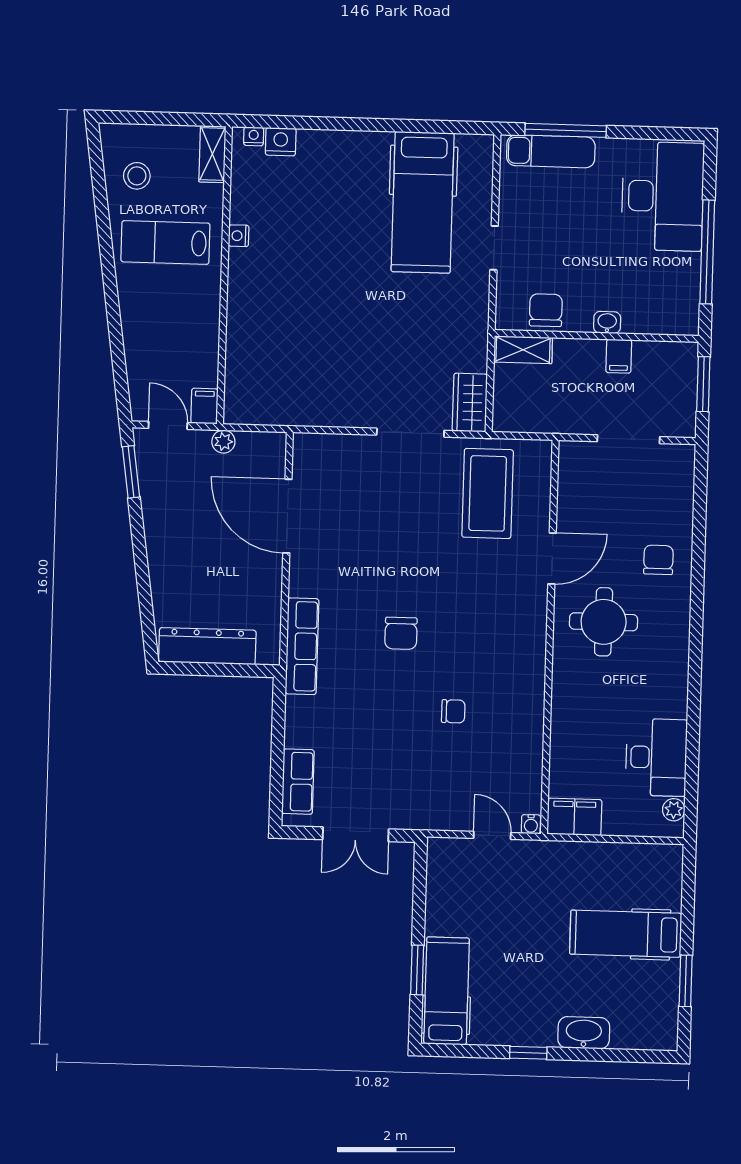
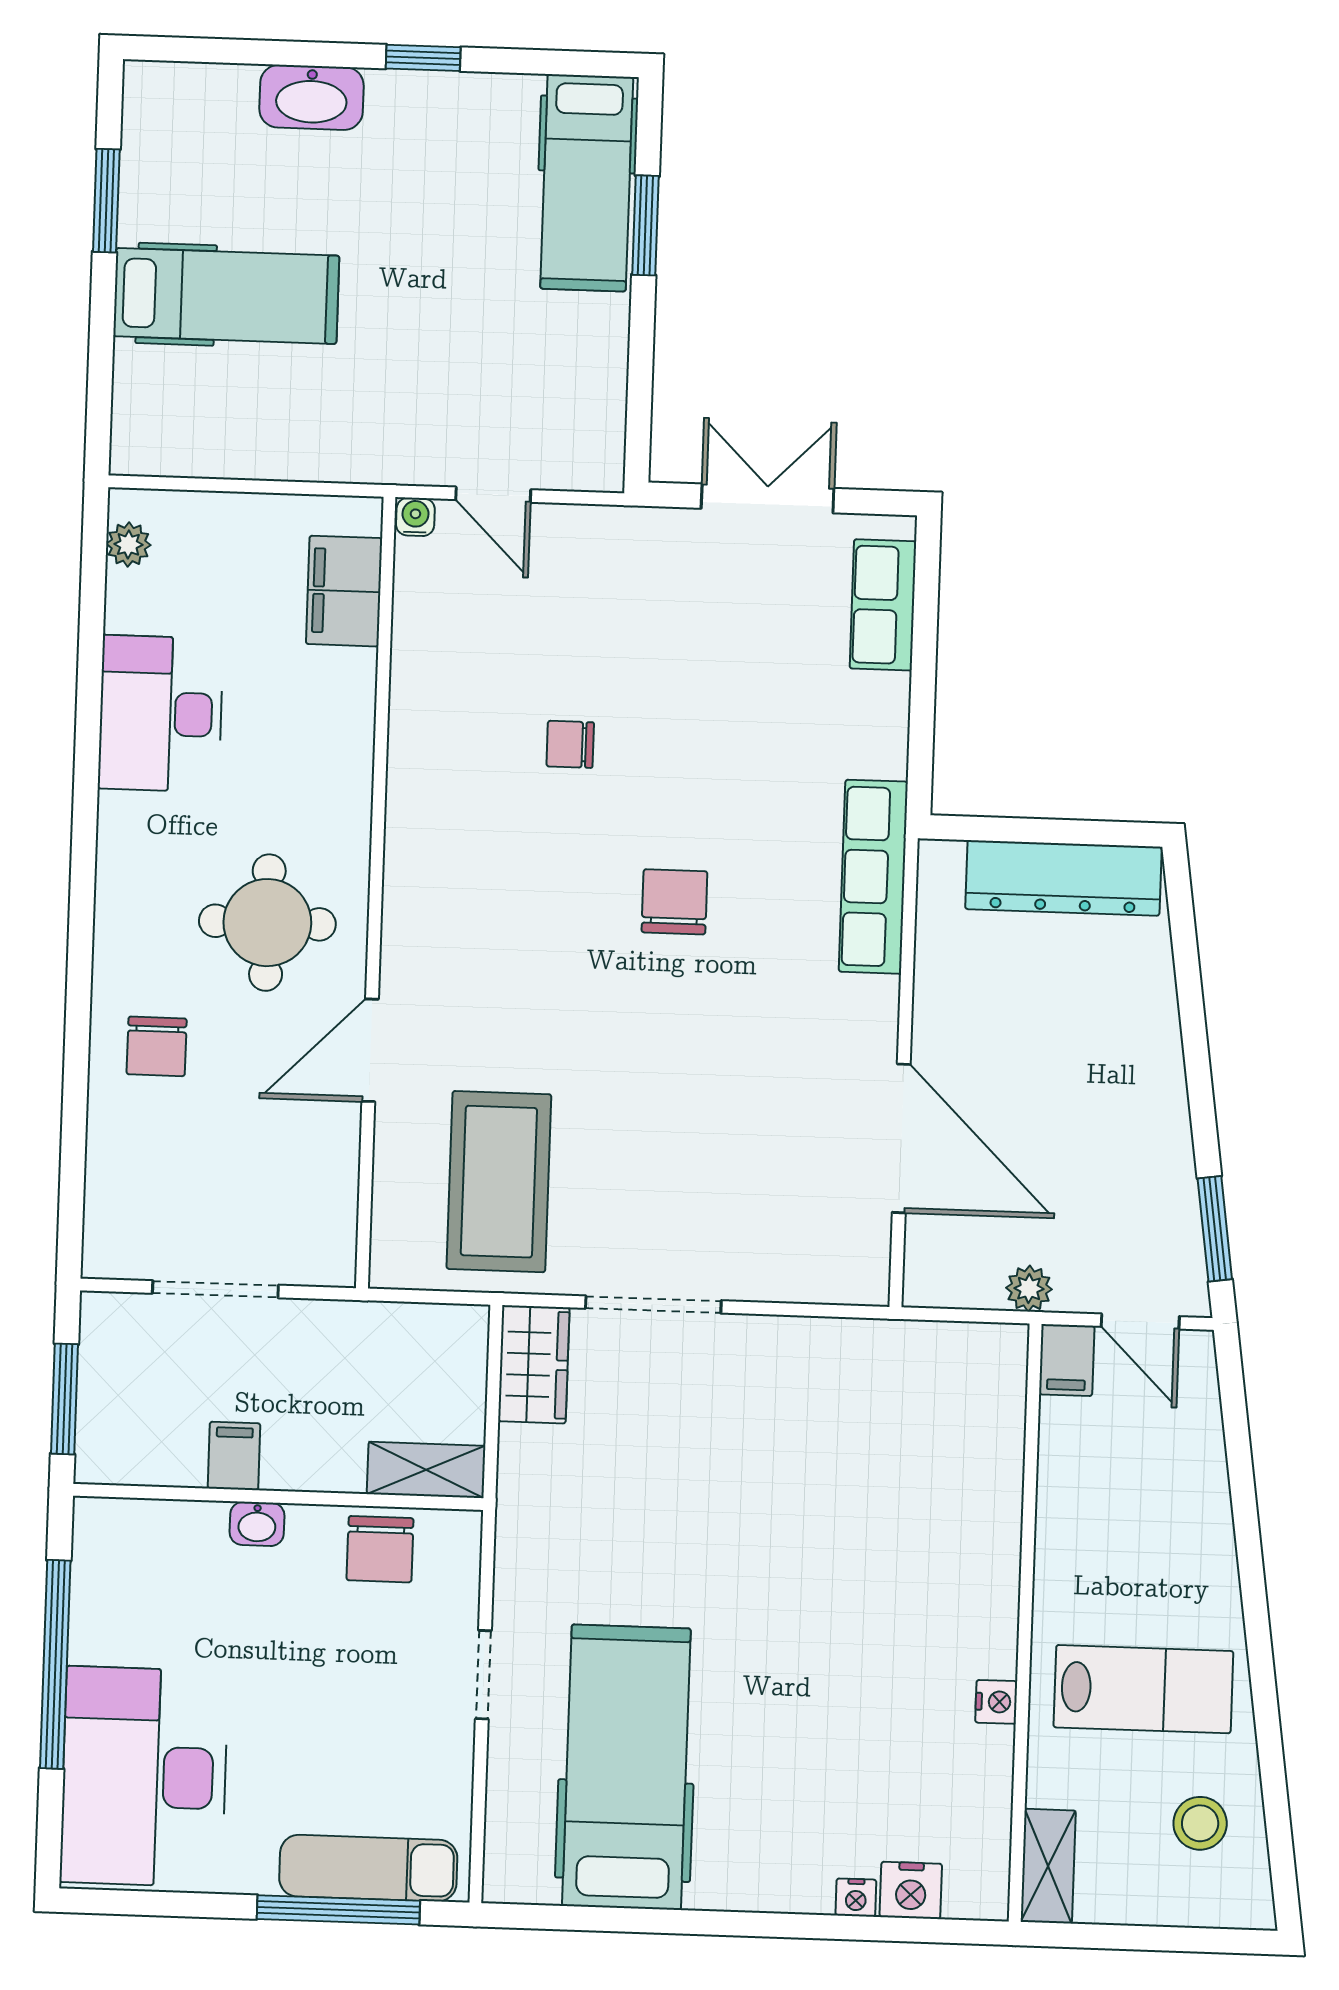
nightstand: (254, 136) -> (856, 1898), moved
desk: (656, 757) -> (161, 714), moved
filing cabinet: (574, 817) -> (344, 591), moved, turned 90

